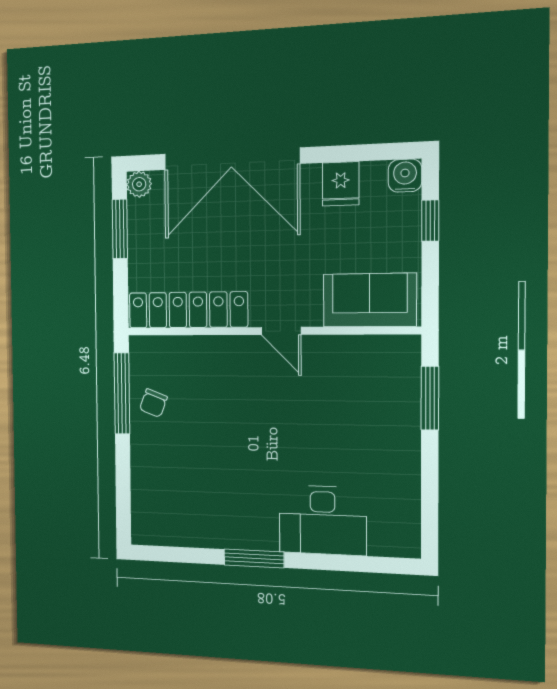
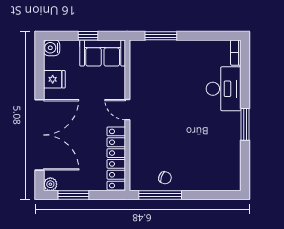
window: (430, 221) -> (88, 36), moved
sofa: (370, 300) -> (103, 53), moved, turned -90
door: (281, 331) -> (127, 110), swing flipped
bookcase: (395, 547) -> (236, 53), added

